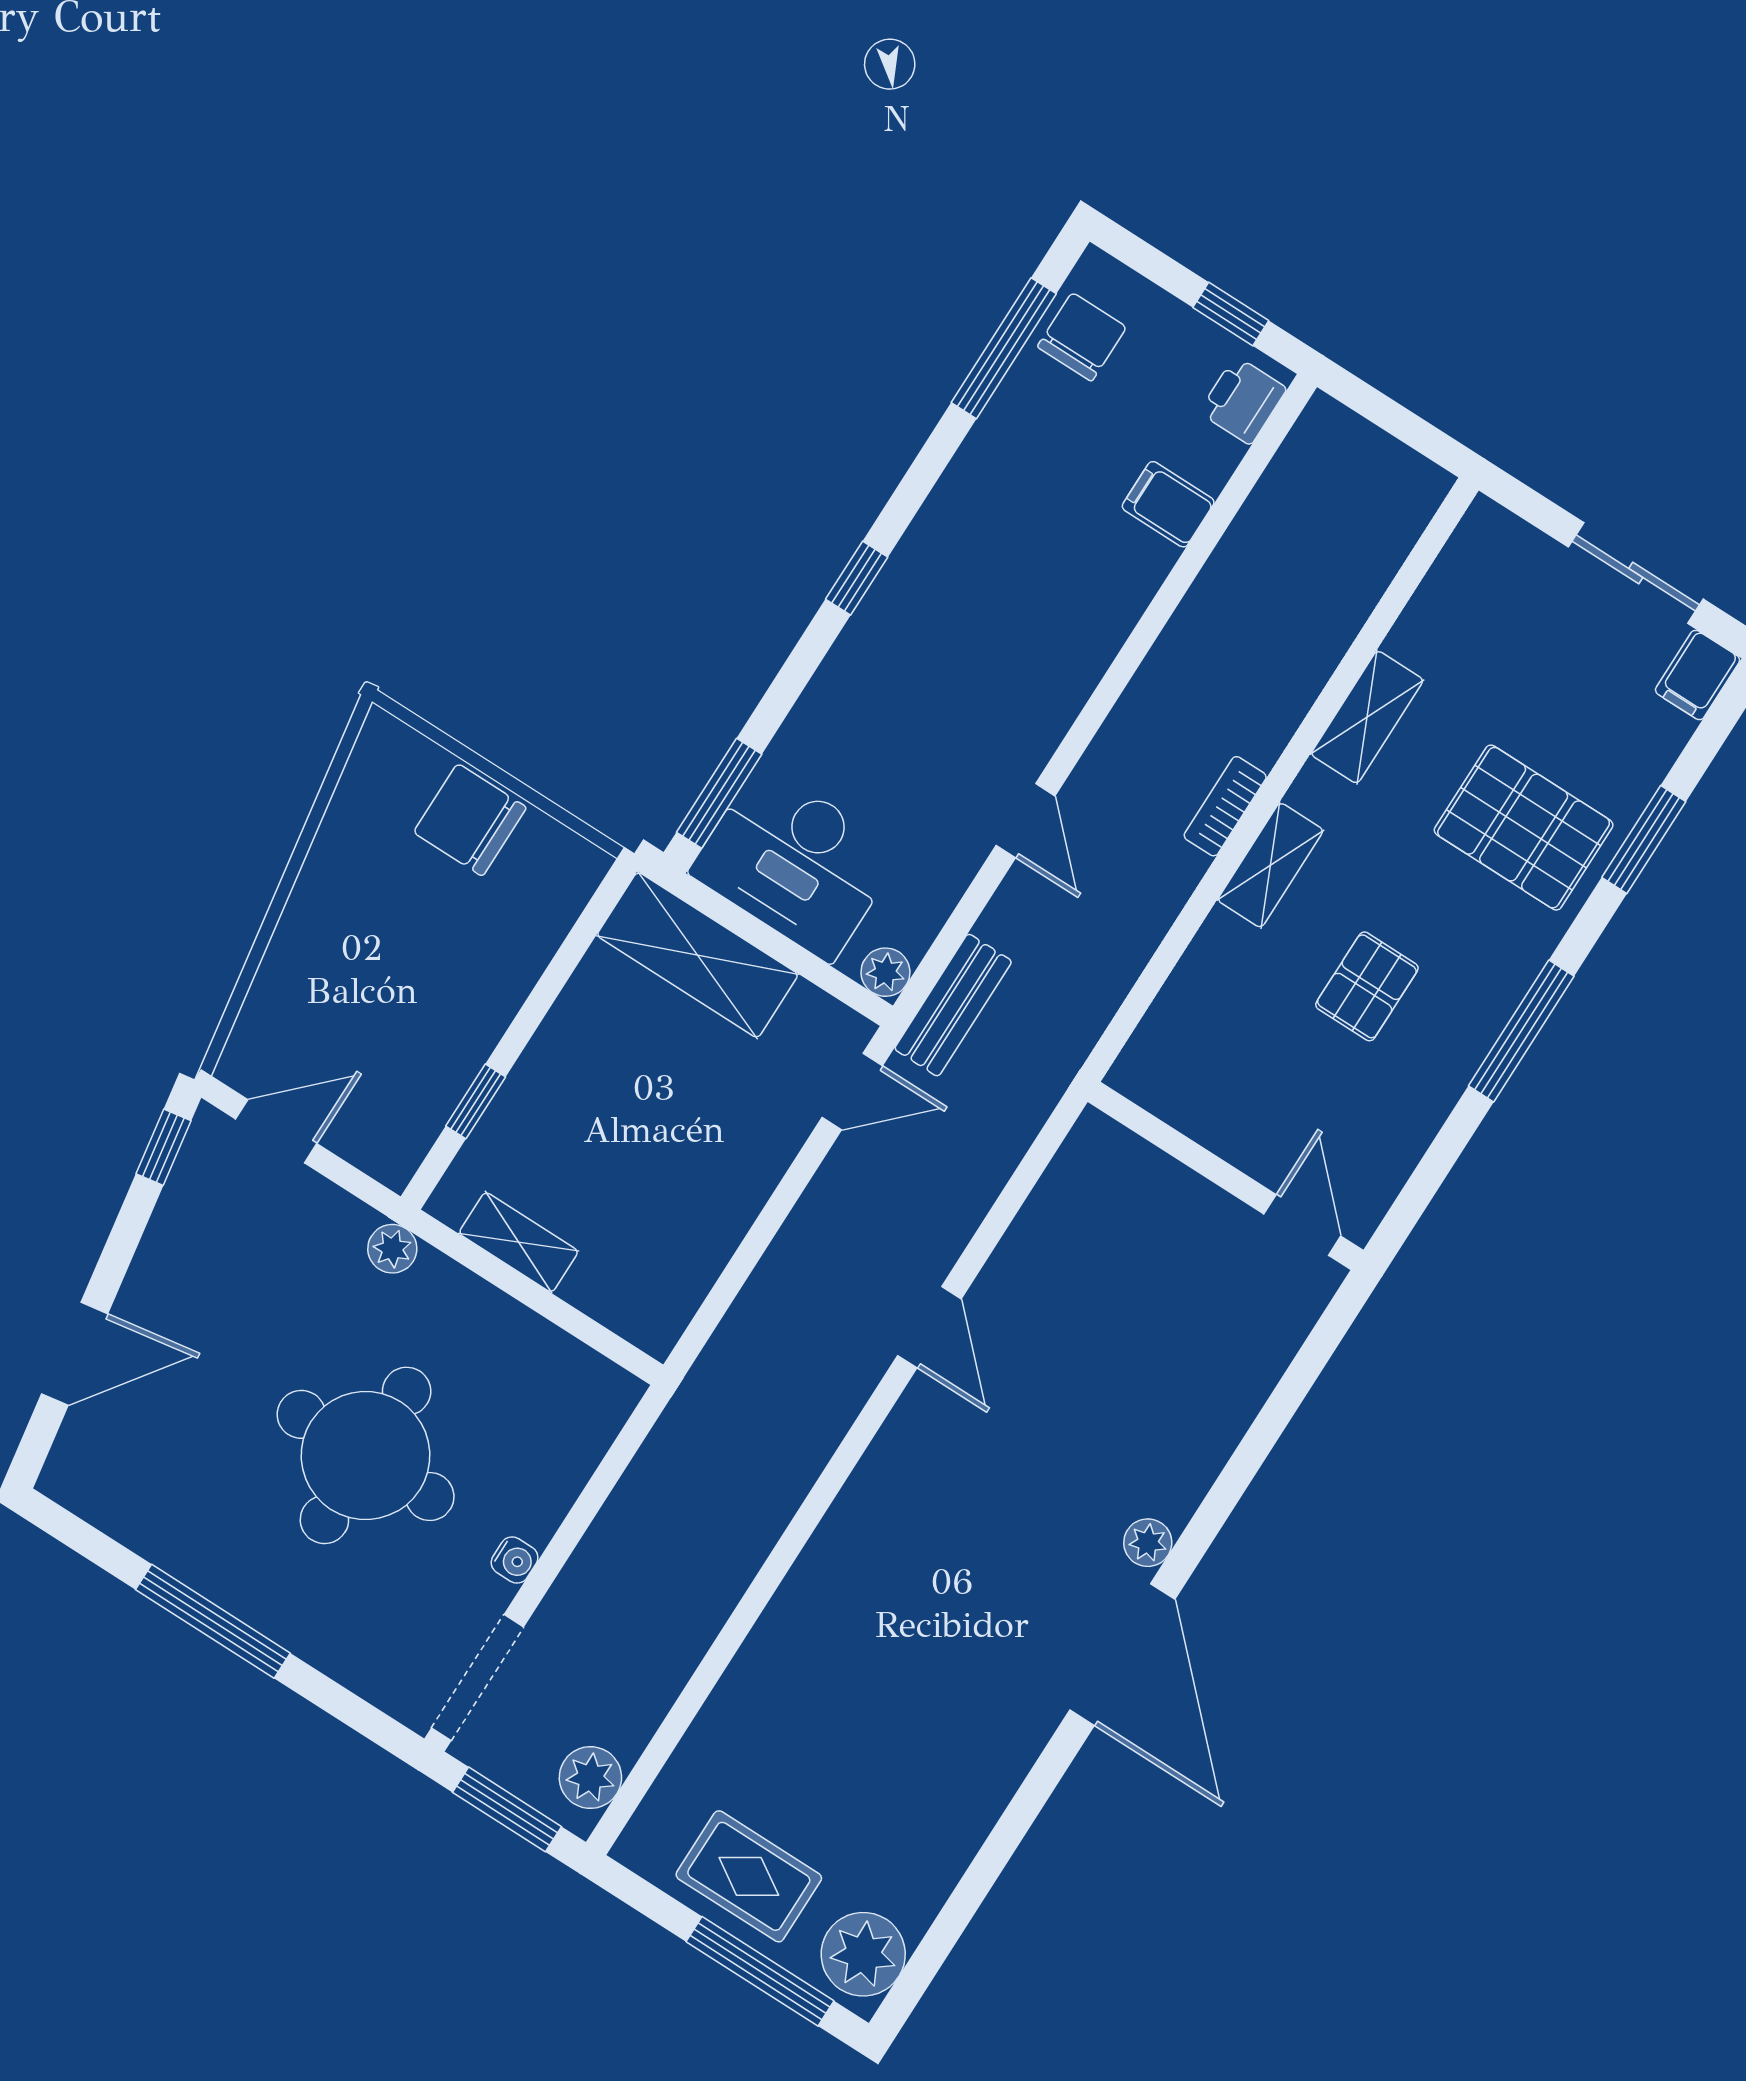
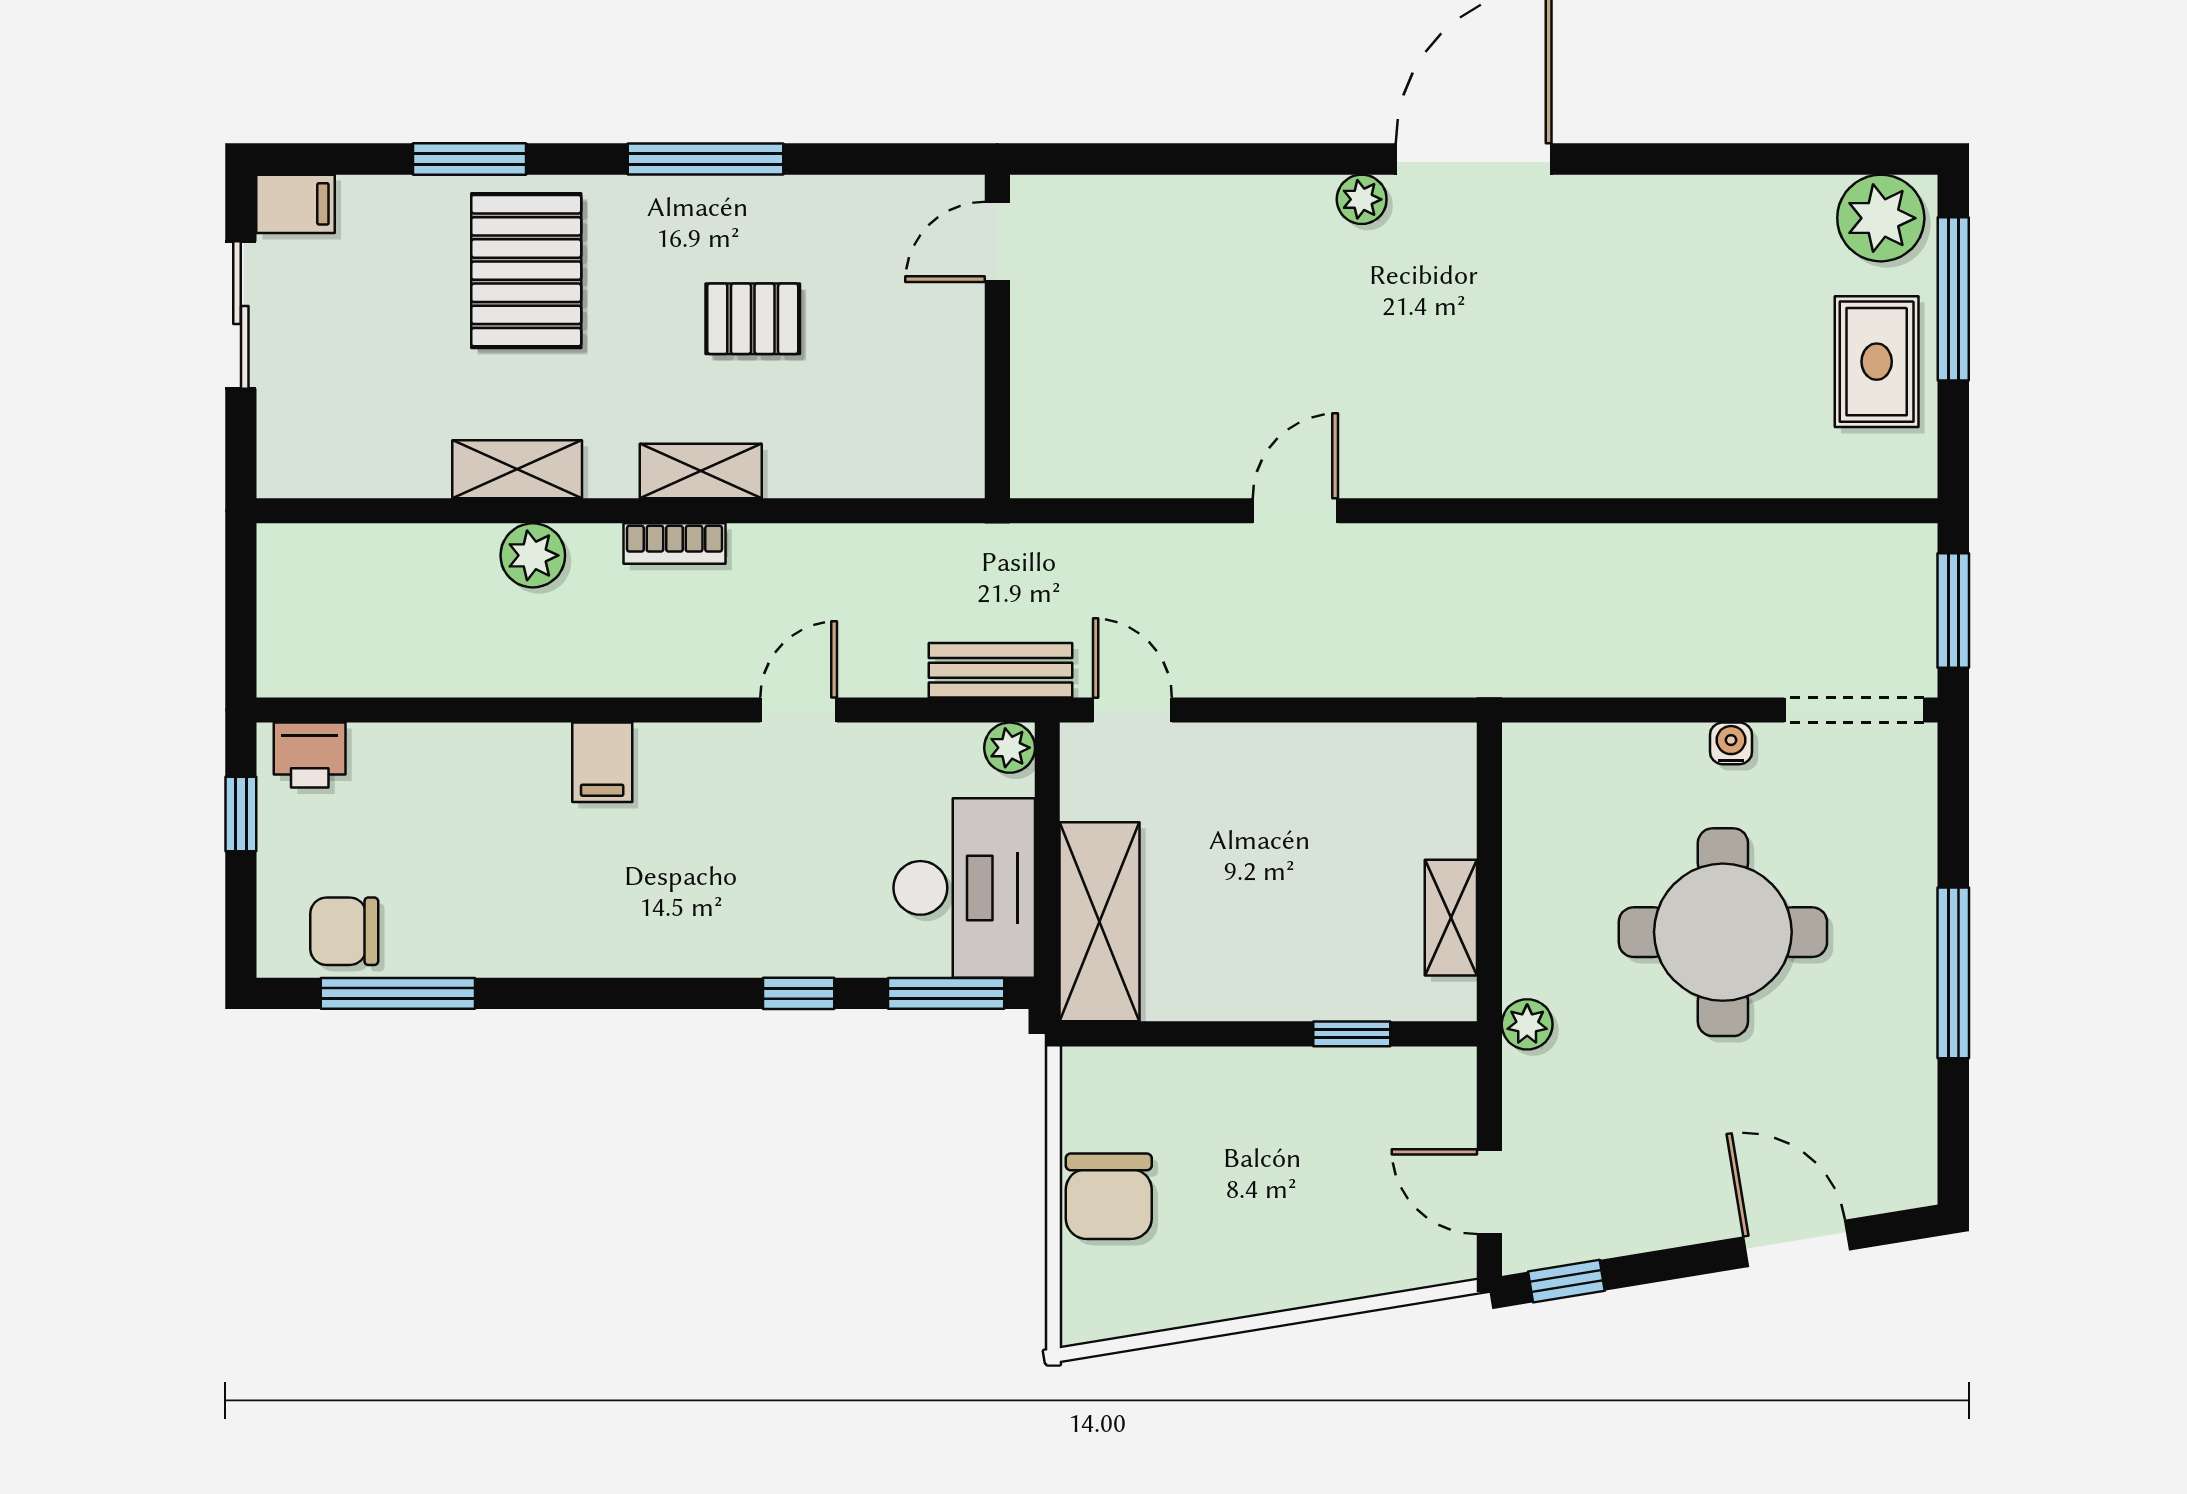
filing cabinet: (1168, 504) -> (602, 762), moved
window: (857, 578) -> (799, 993), moved
plant: (590, 1778) -> (533, 555), moved

